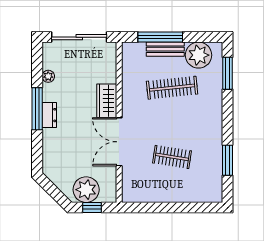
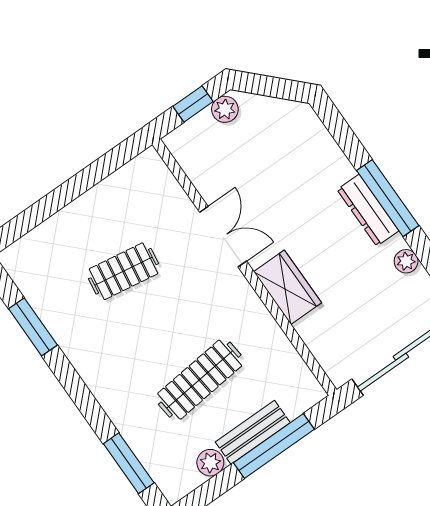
plant: (199, 55) -> (210, 463), width x0.53, depth x0.53
dresser: (49, 115) -> (368, 210), width x1.44
double door: (119, 142) -> (223, 237), width x0.73
plant: (86, 190) -> (225, 109), width x0.53, depth x0.53

